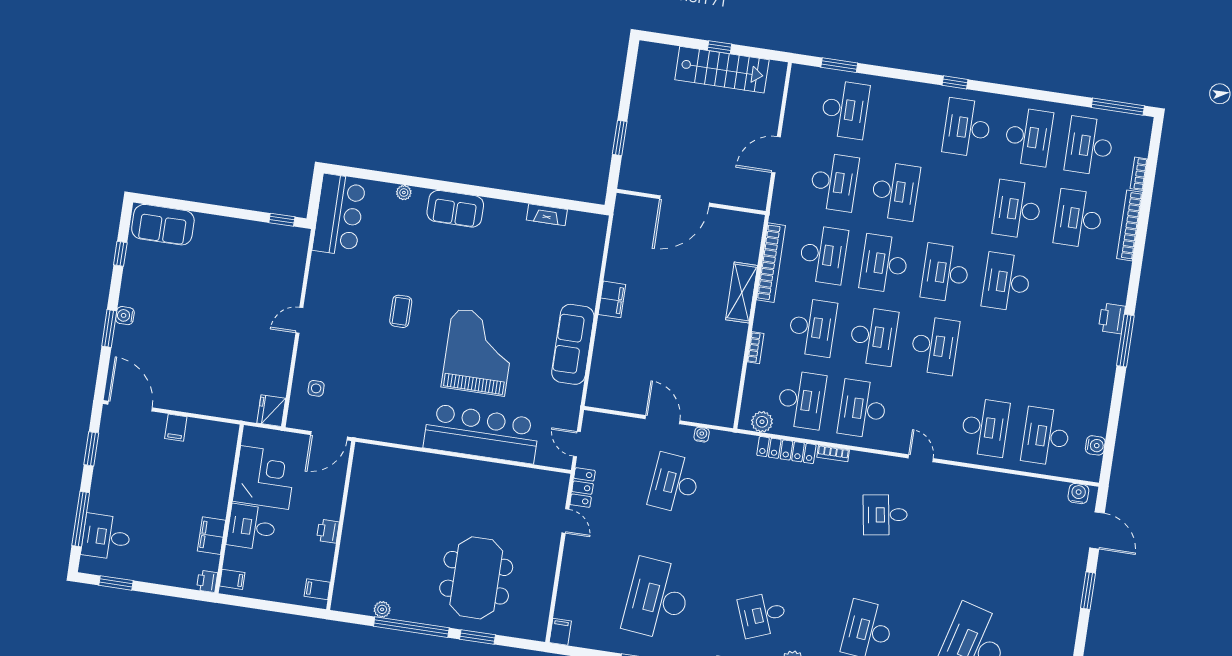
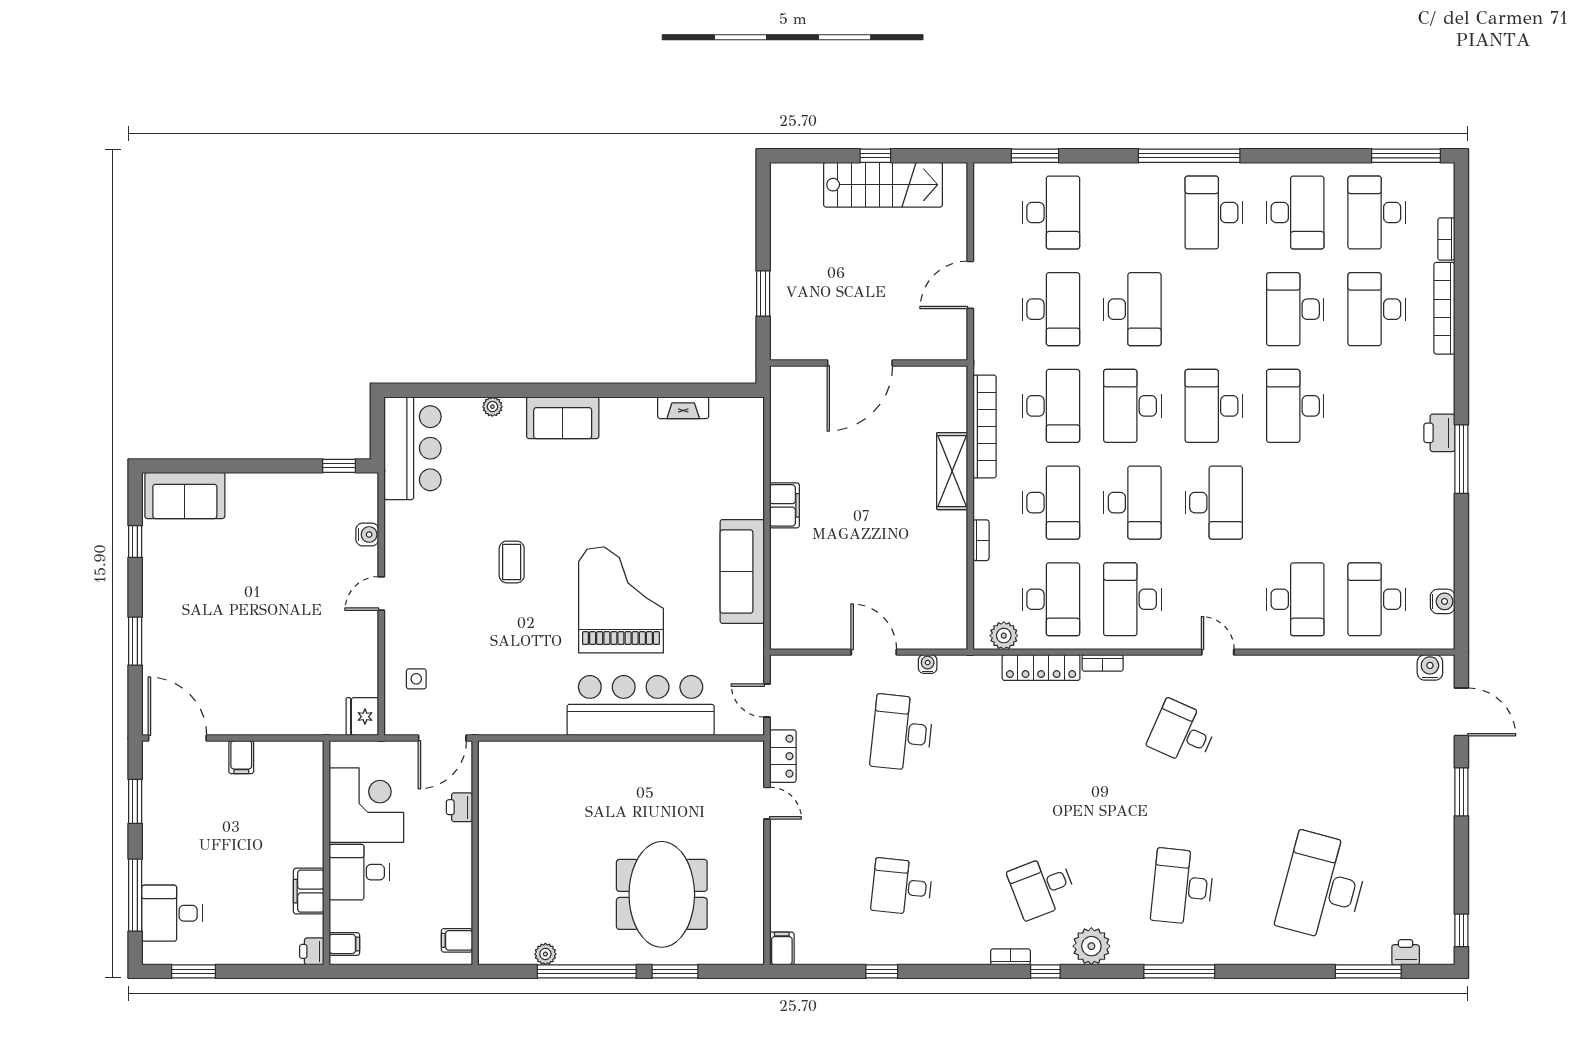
window: (955, 82) -> (1189, 156), width x3.17
water cooler: (125, 316) -> (367, 535), moved, turned 180
desk: (885, 515) -> (1182, 733), turned 33
printer: (328, 531) -> (459, 807), moved
desk: (657, 599) -> (902, 887), width x0.53, depth x0.77

